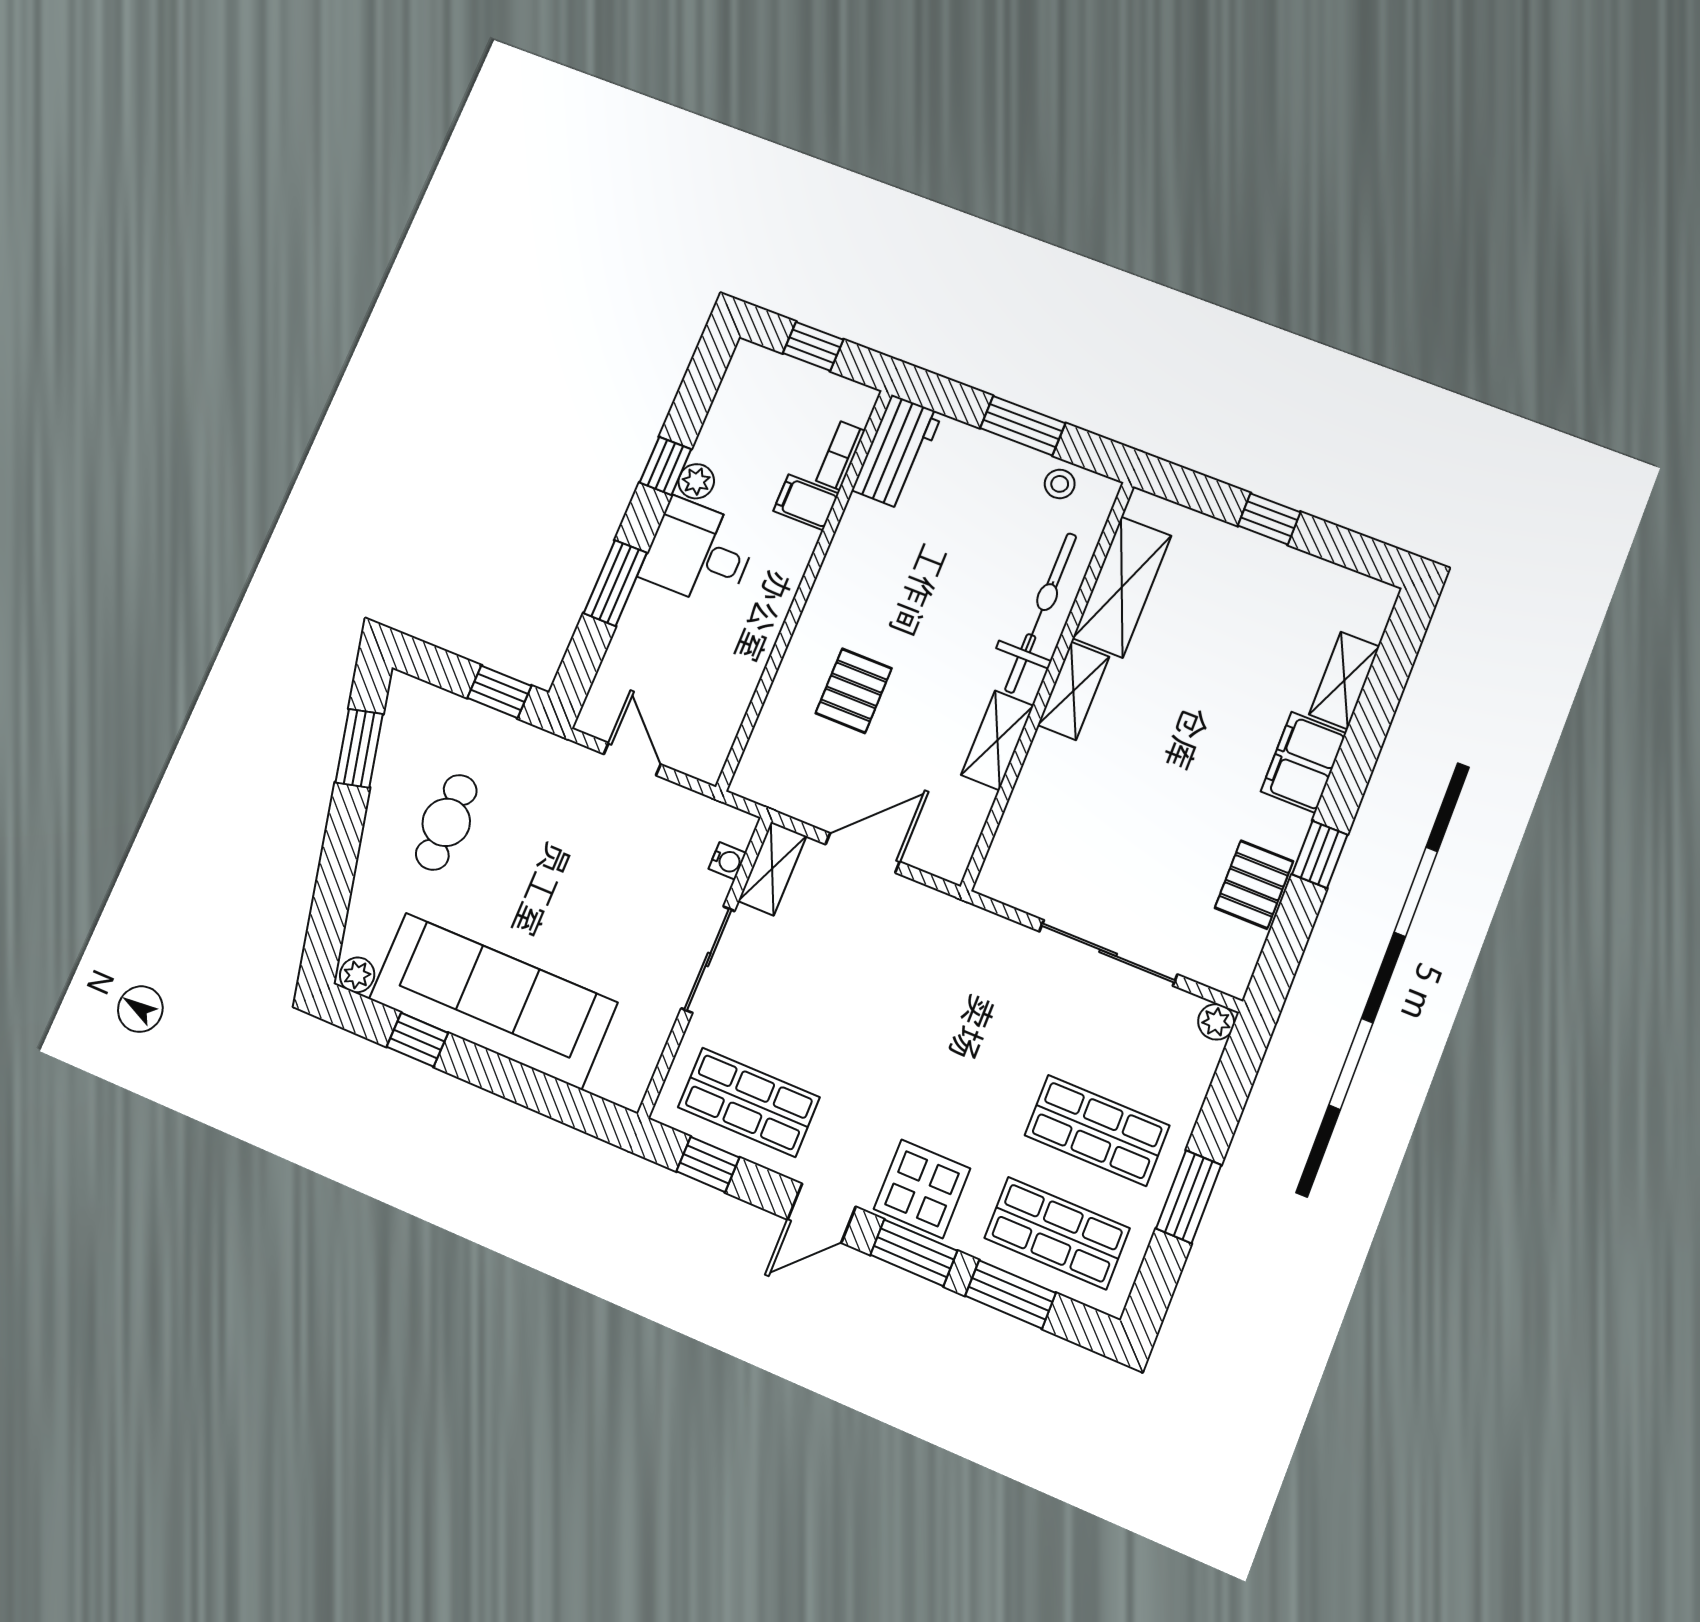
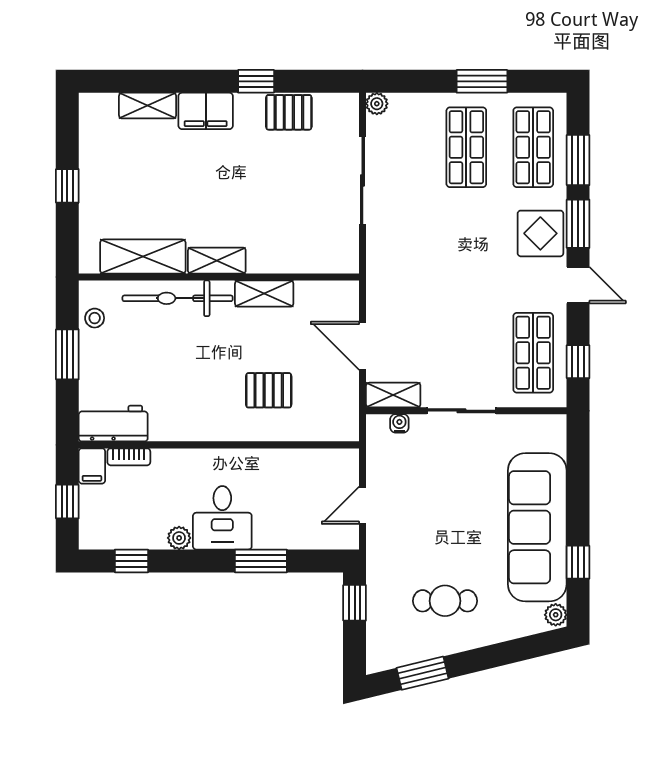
window: (665, 466) -> (131, 561), moved
filing cabinet: (806, 502) -> (92, 466), moved

